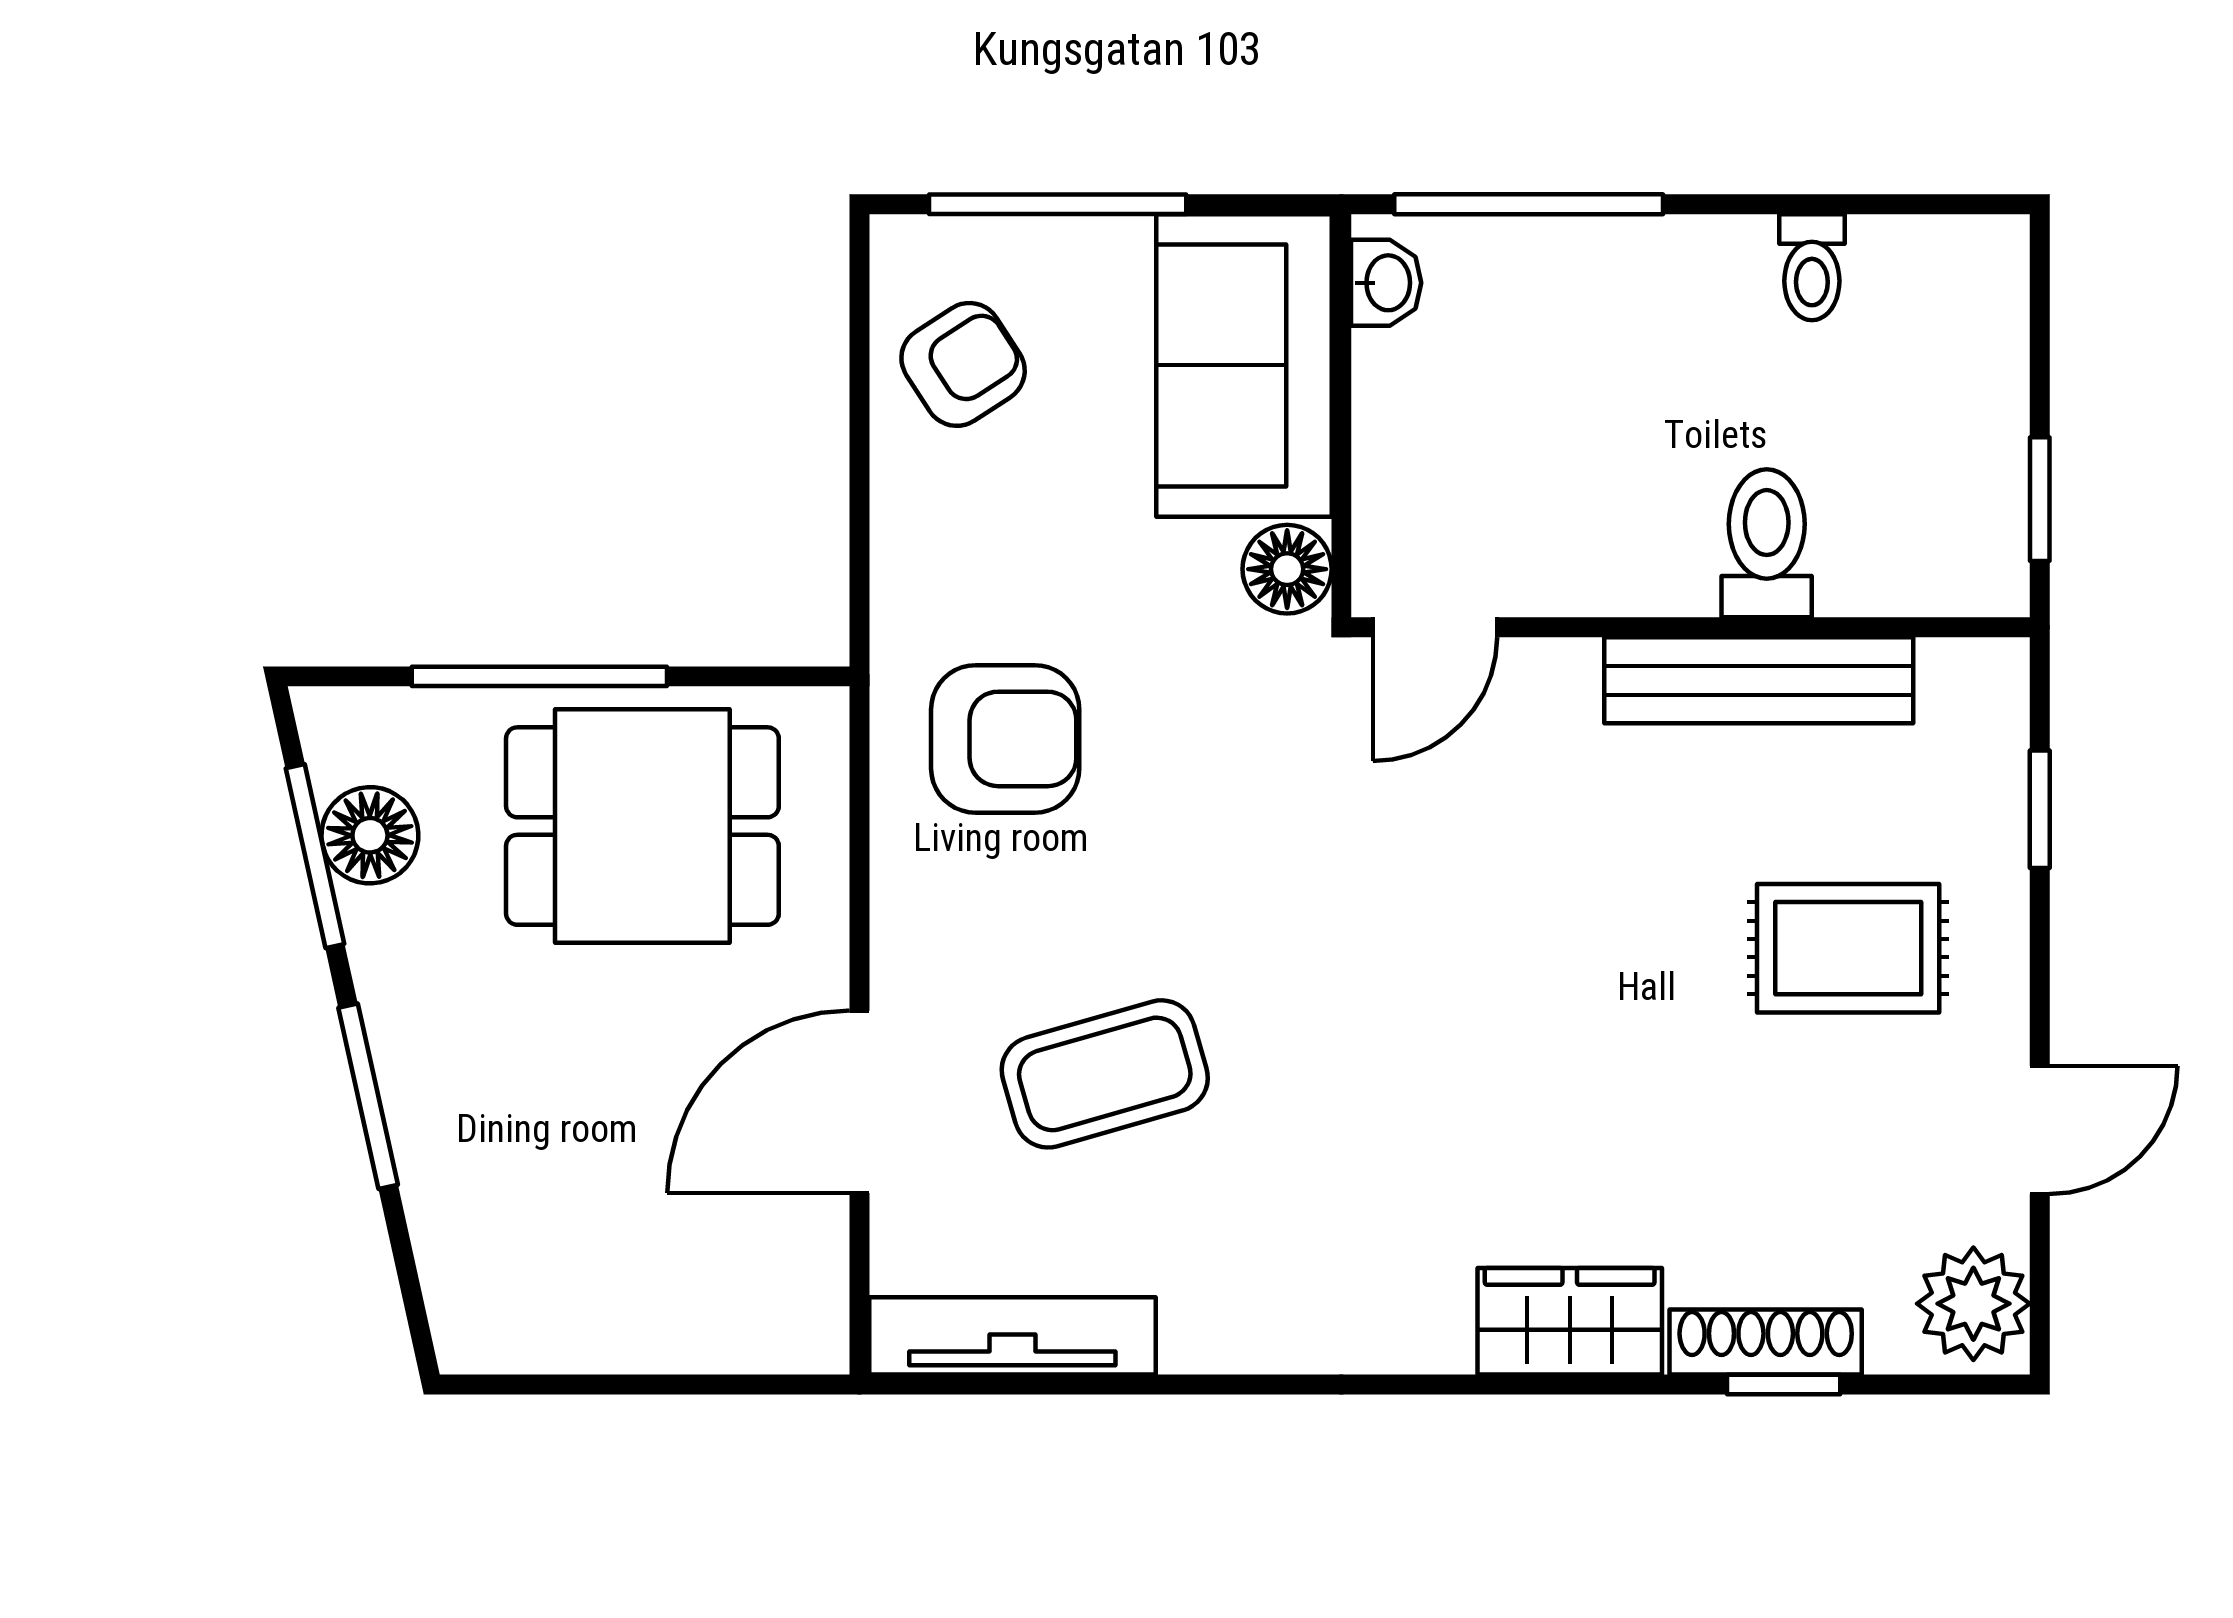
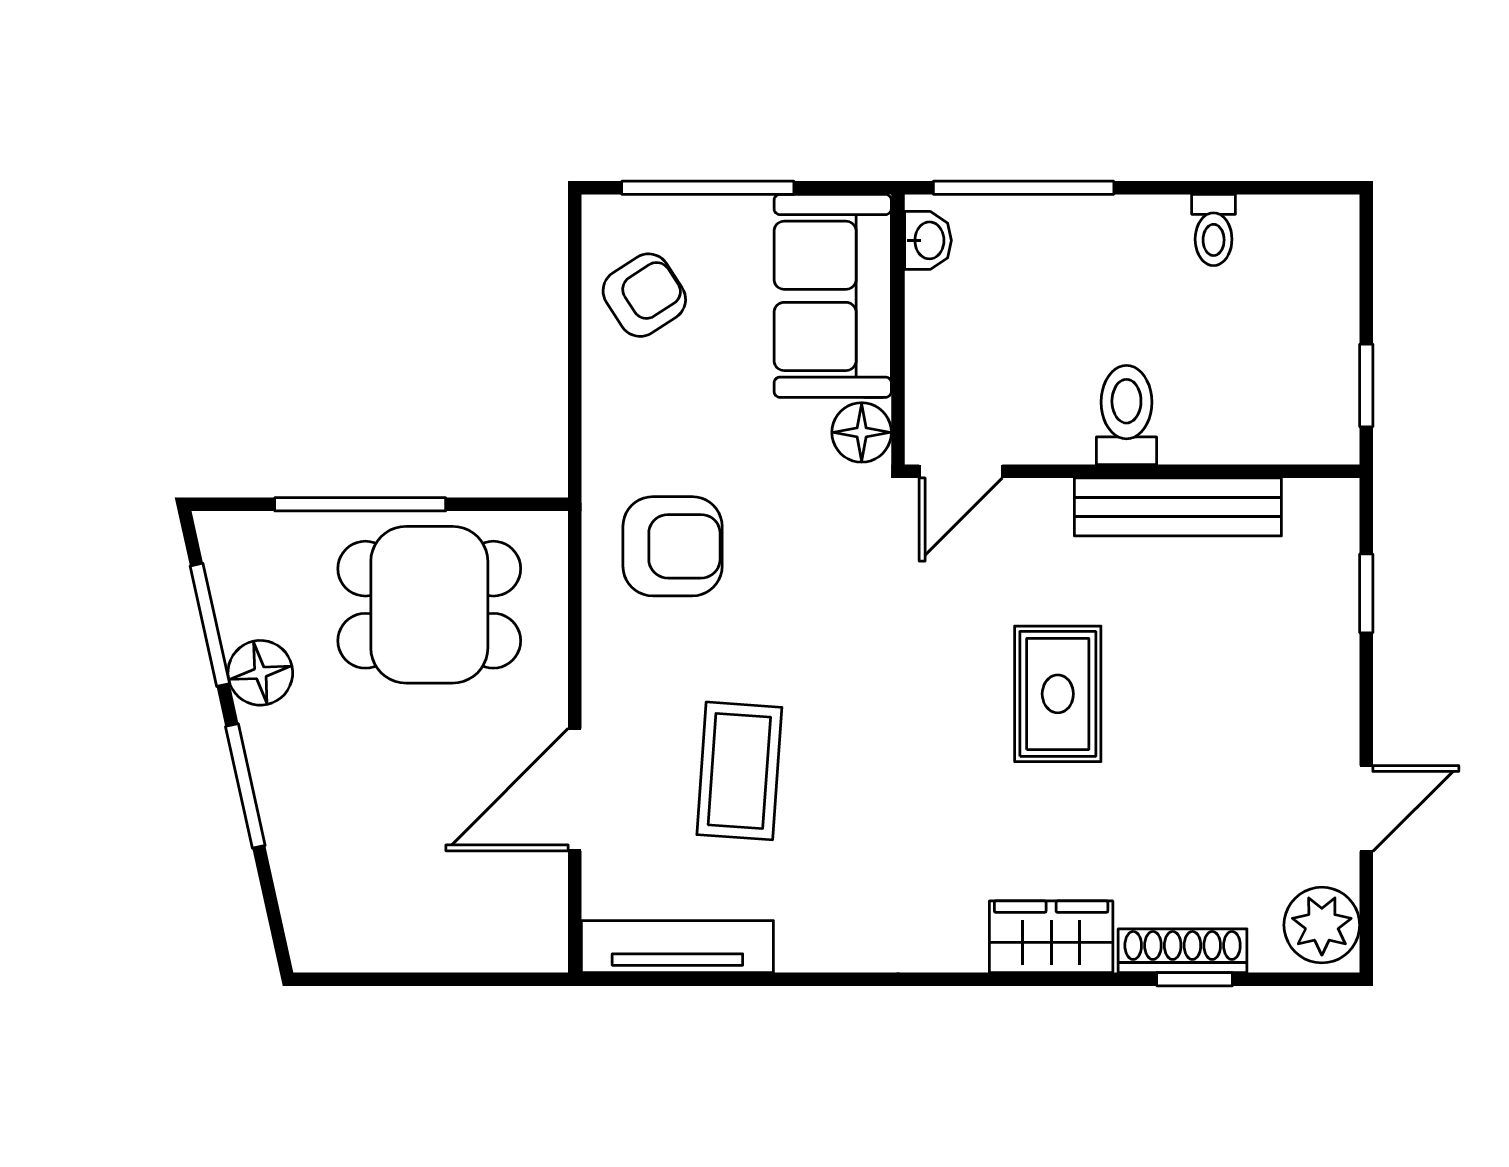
toilet: (1767, 543) -> (1126, 415), moved
floor lamp: (370, 835) -> (260, 673), moved
rug: (1848, 948) -> (1058, 694), moved, turned 90
coffee table: (1105, 1074) -> (739, 771), turned -70

